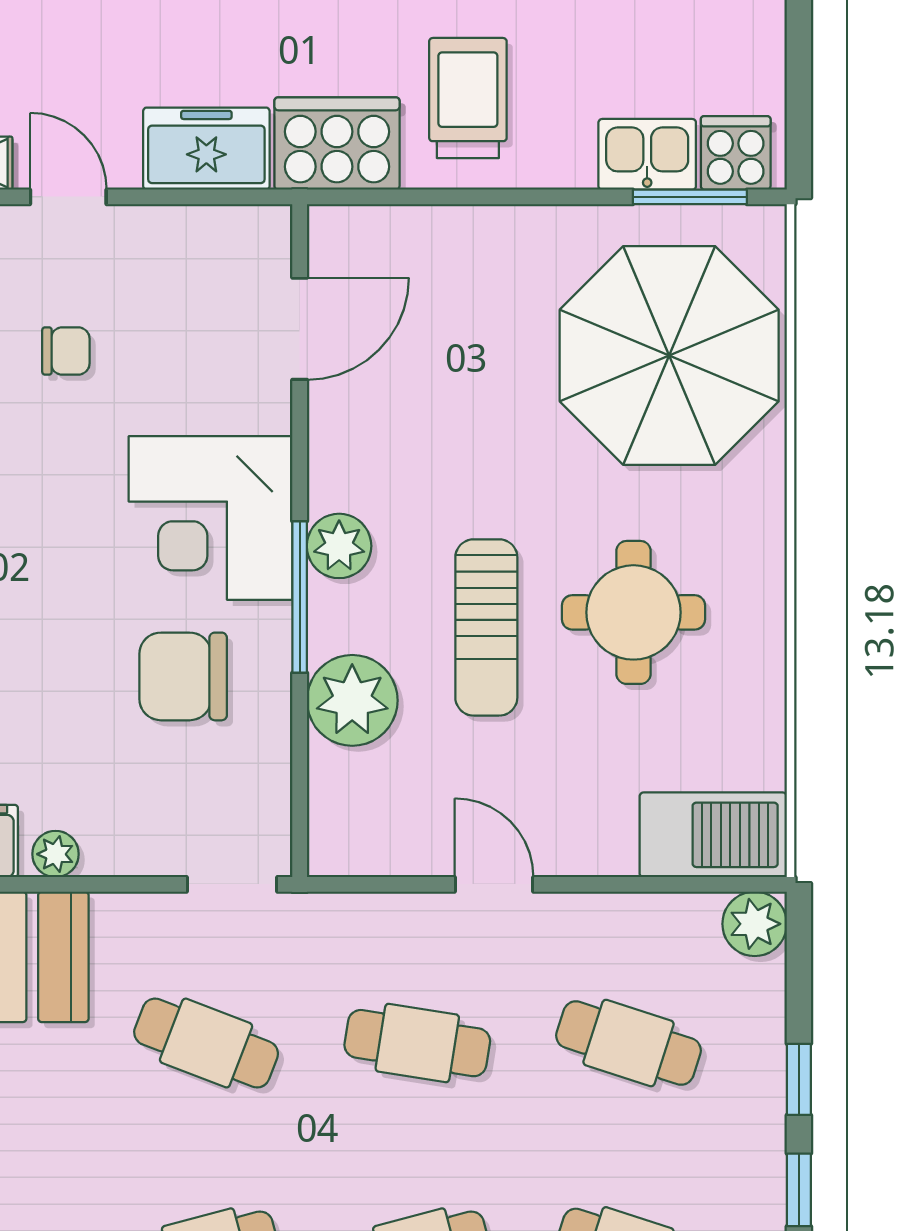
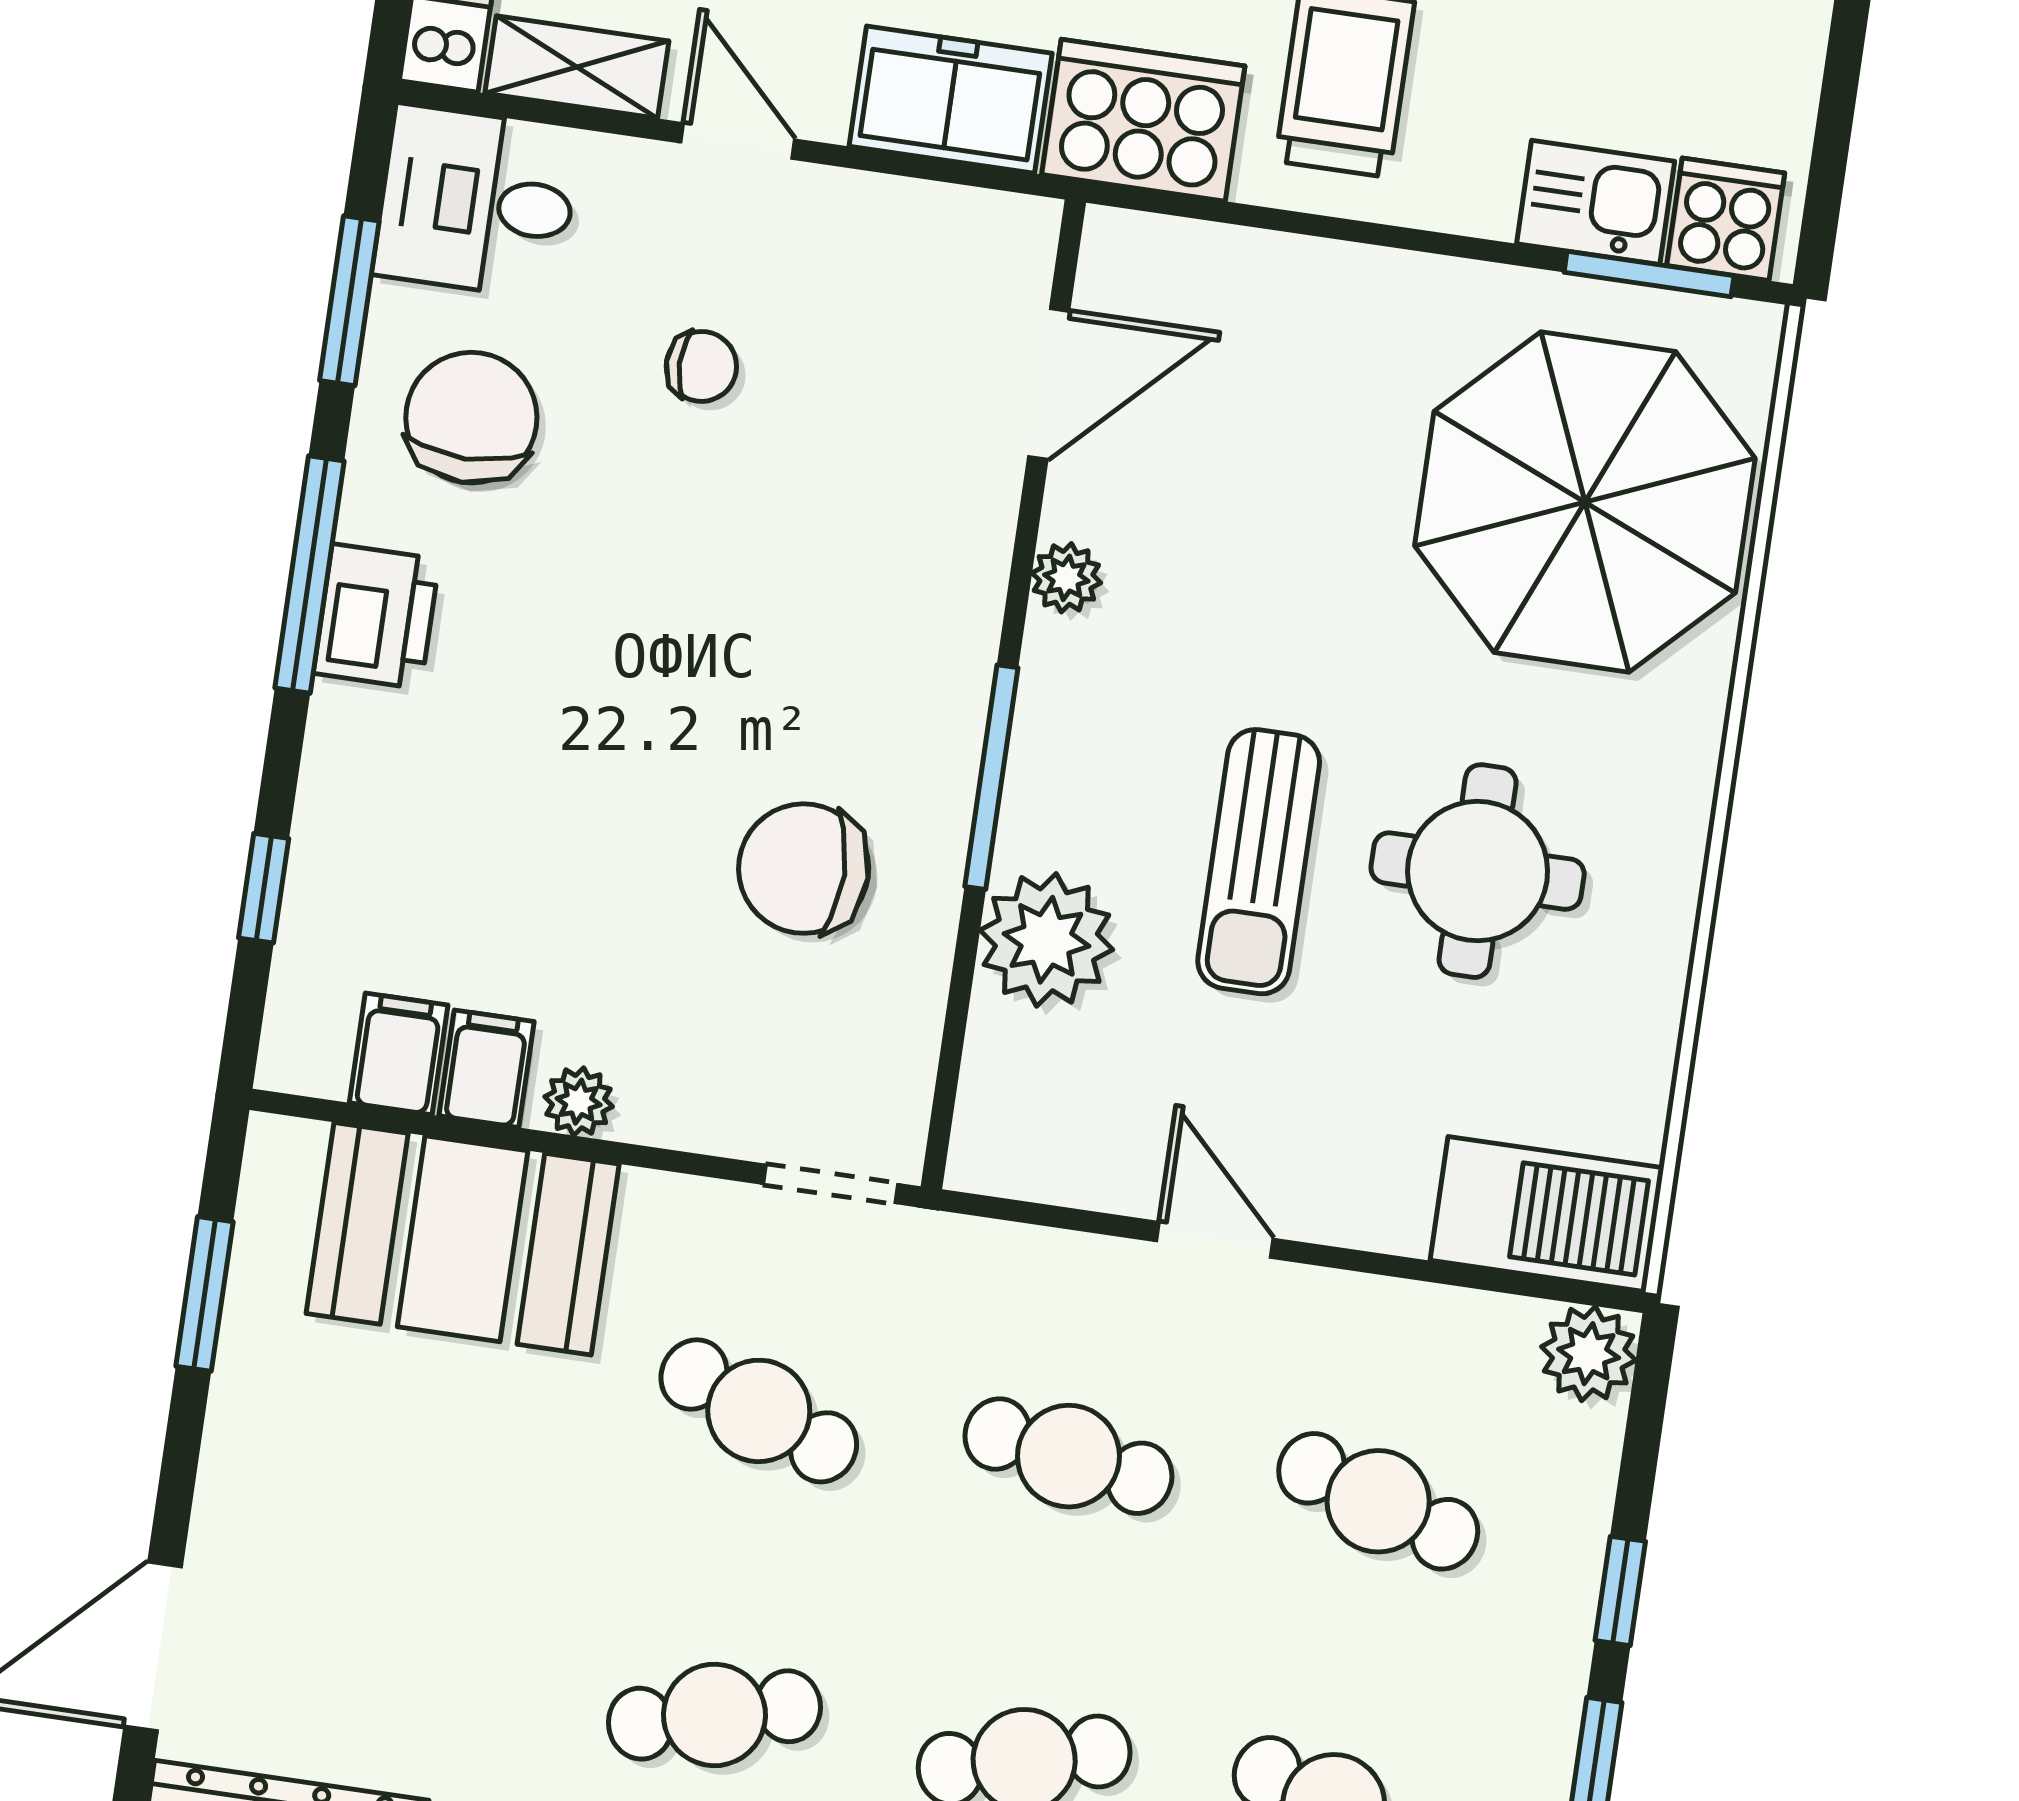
corner desk: (211, 518) -> (878, 642), removed
plant: (339, 546) -> (1066, 578), moved, width x0.73, depth x0.73

